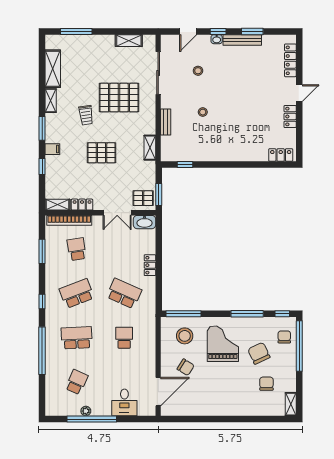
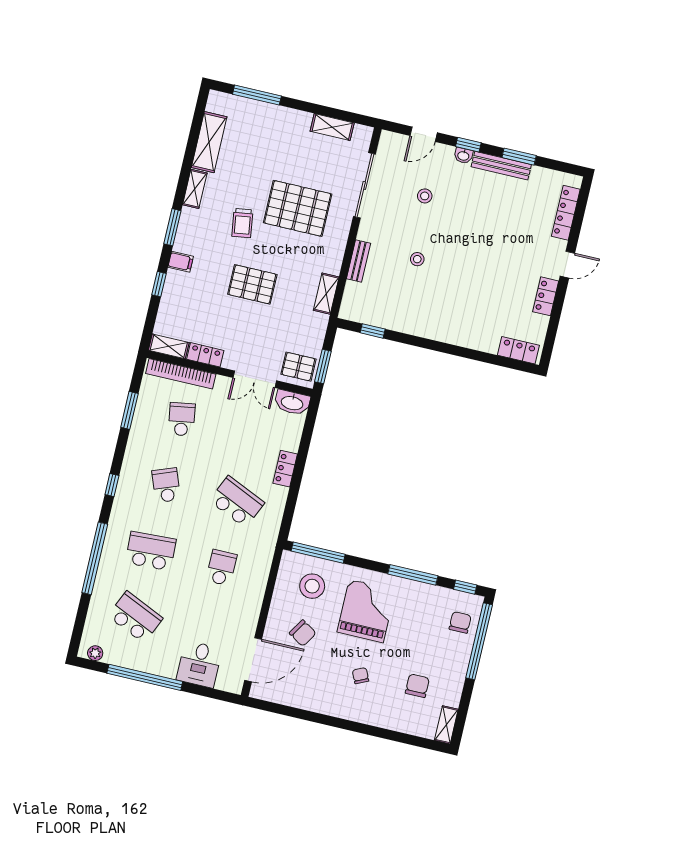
school desk: (77, 293) -> (166, 485), width x0.54
chair: (259, 353) -> (360, 676), moved, width x0.54, depth x0.54
school desk: (77, 382) -> (135, 617), width x1.85
plant: (86, 411) -> (95, 653), moved

